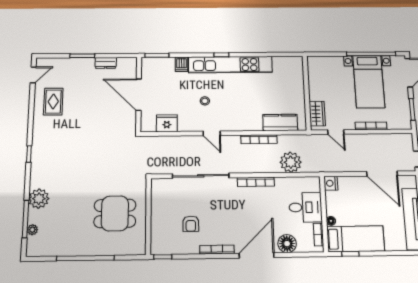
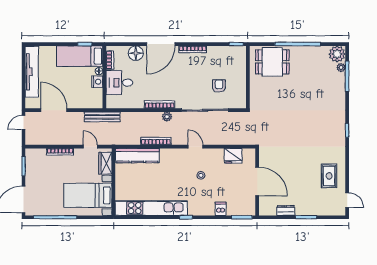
kitchen unit: (230, 65) -> (151, 208), moved
door: (33, 75) -> (347, 200), swing flipped
bed with nightstands: (369, 82) -> (88, 195), moved, turned -90
kitchen counter: (280, 122) -> (137, 156), width x1.50
plant: (291, 162) -> (167, 117), moved, width x0.53, depth x0.53
bench: (324, 167) -> (102, 117), added
nightstand: (331, 183) -> (97, 82), moved
plant: (39, 199) -> (337, 54), moved
dining table: (115, 213) -> (272, 62), moved
armchair: (191, 224) -> (219, 86), moved

